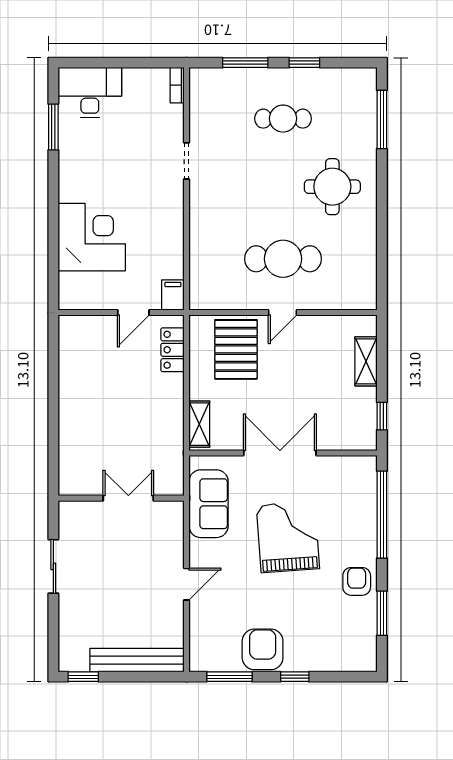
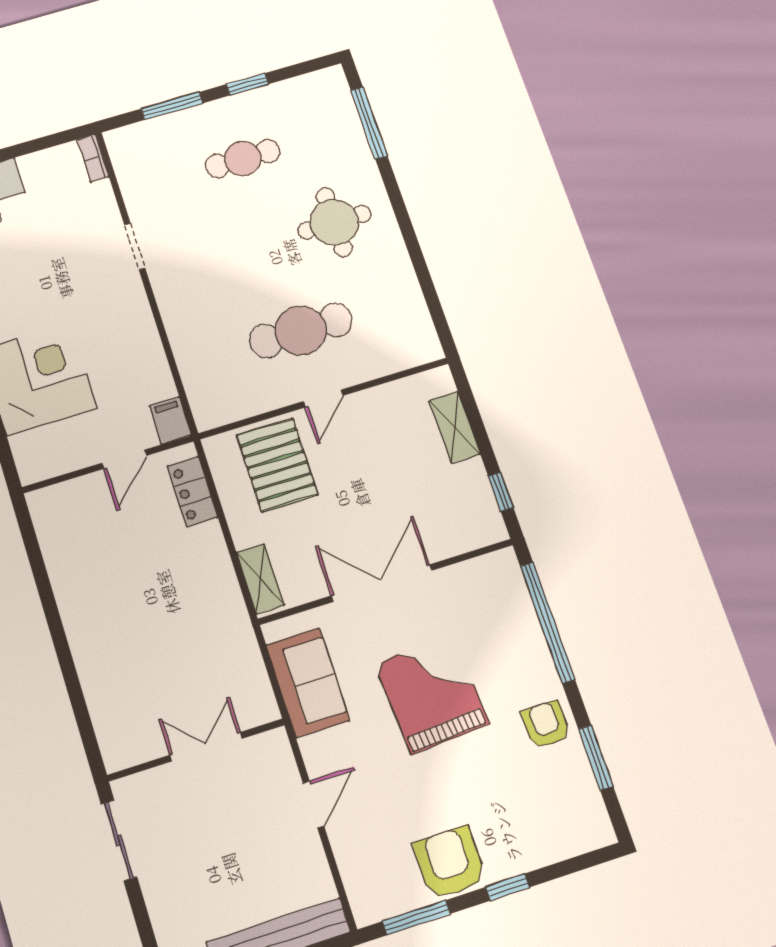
wall: (121, 498) -> (196, 750), moved
double door: (128, 498) -> (206, 747), moved

